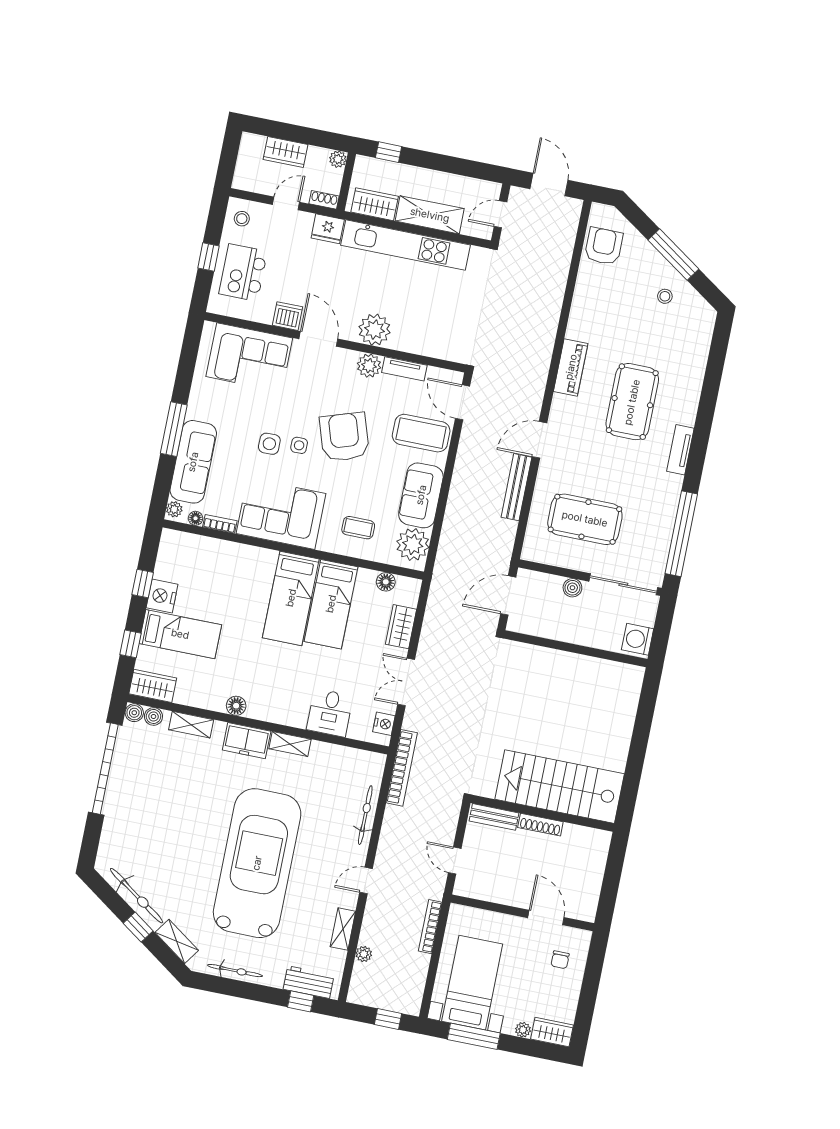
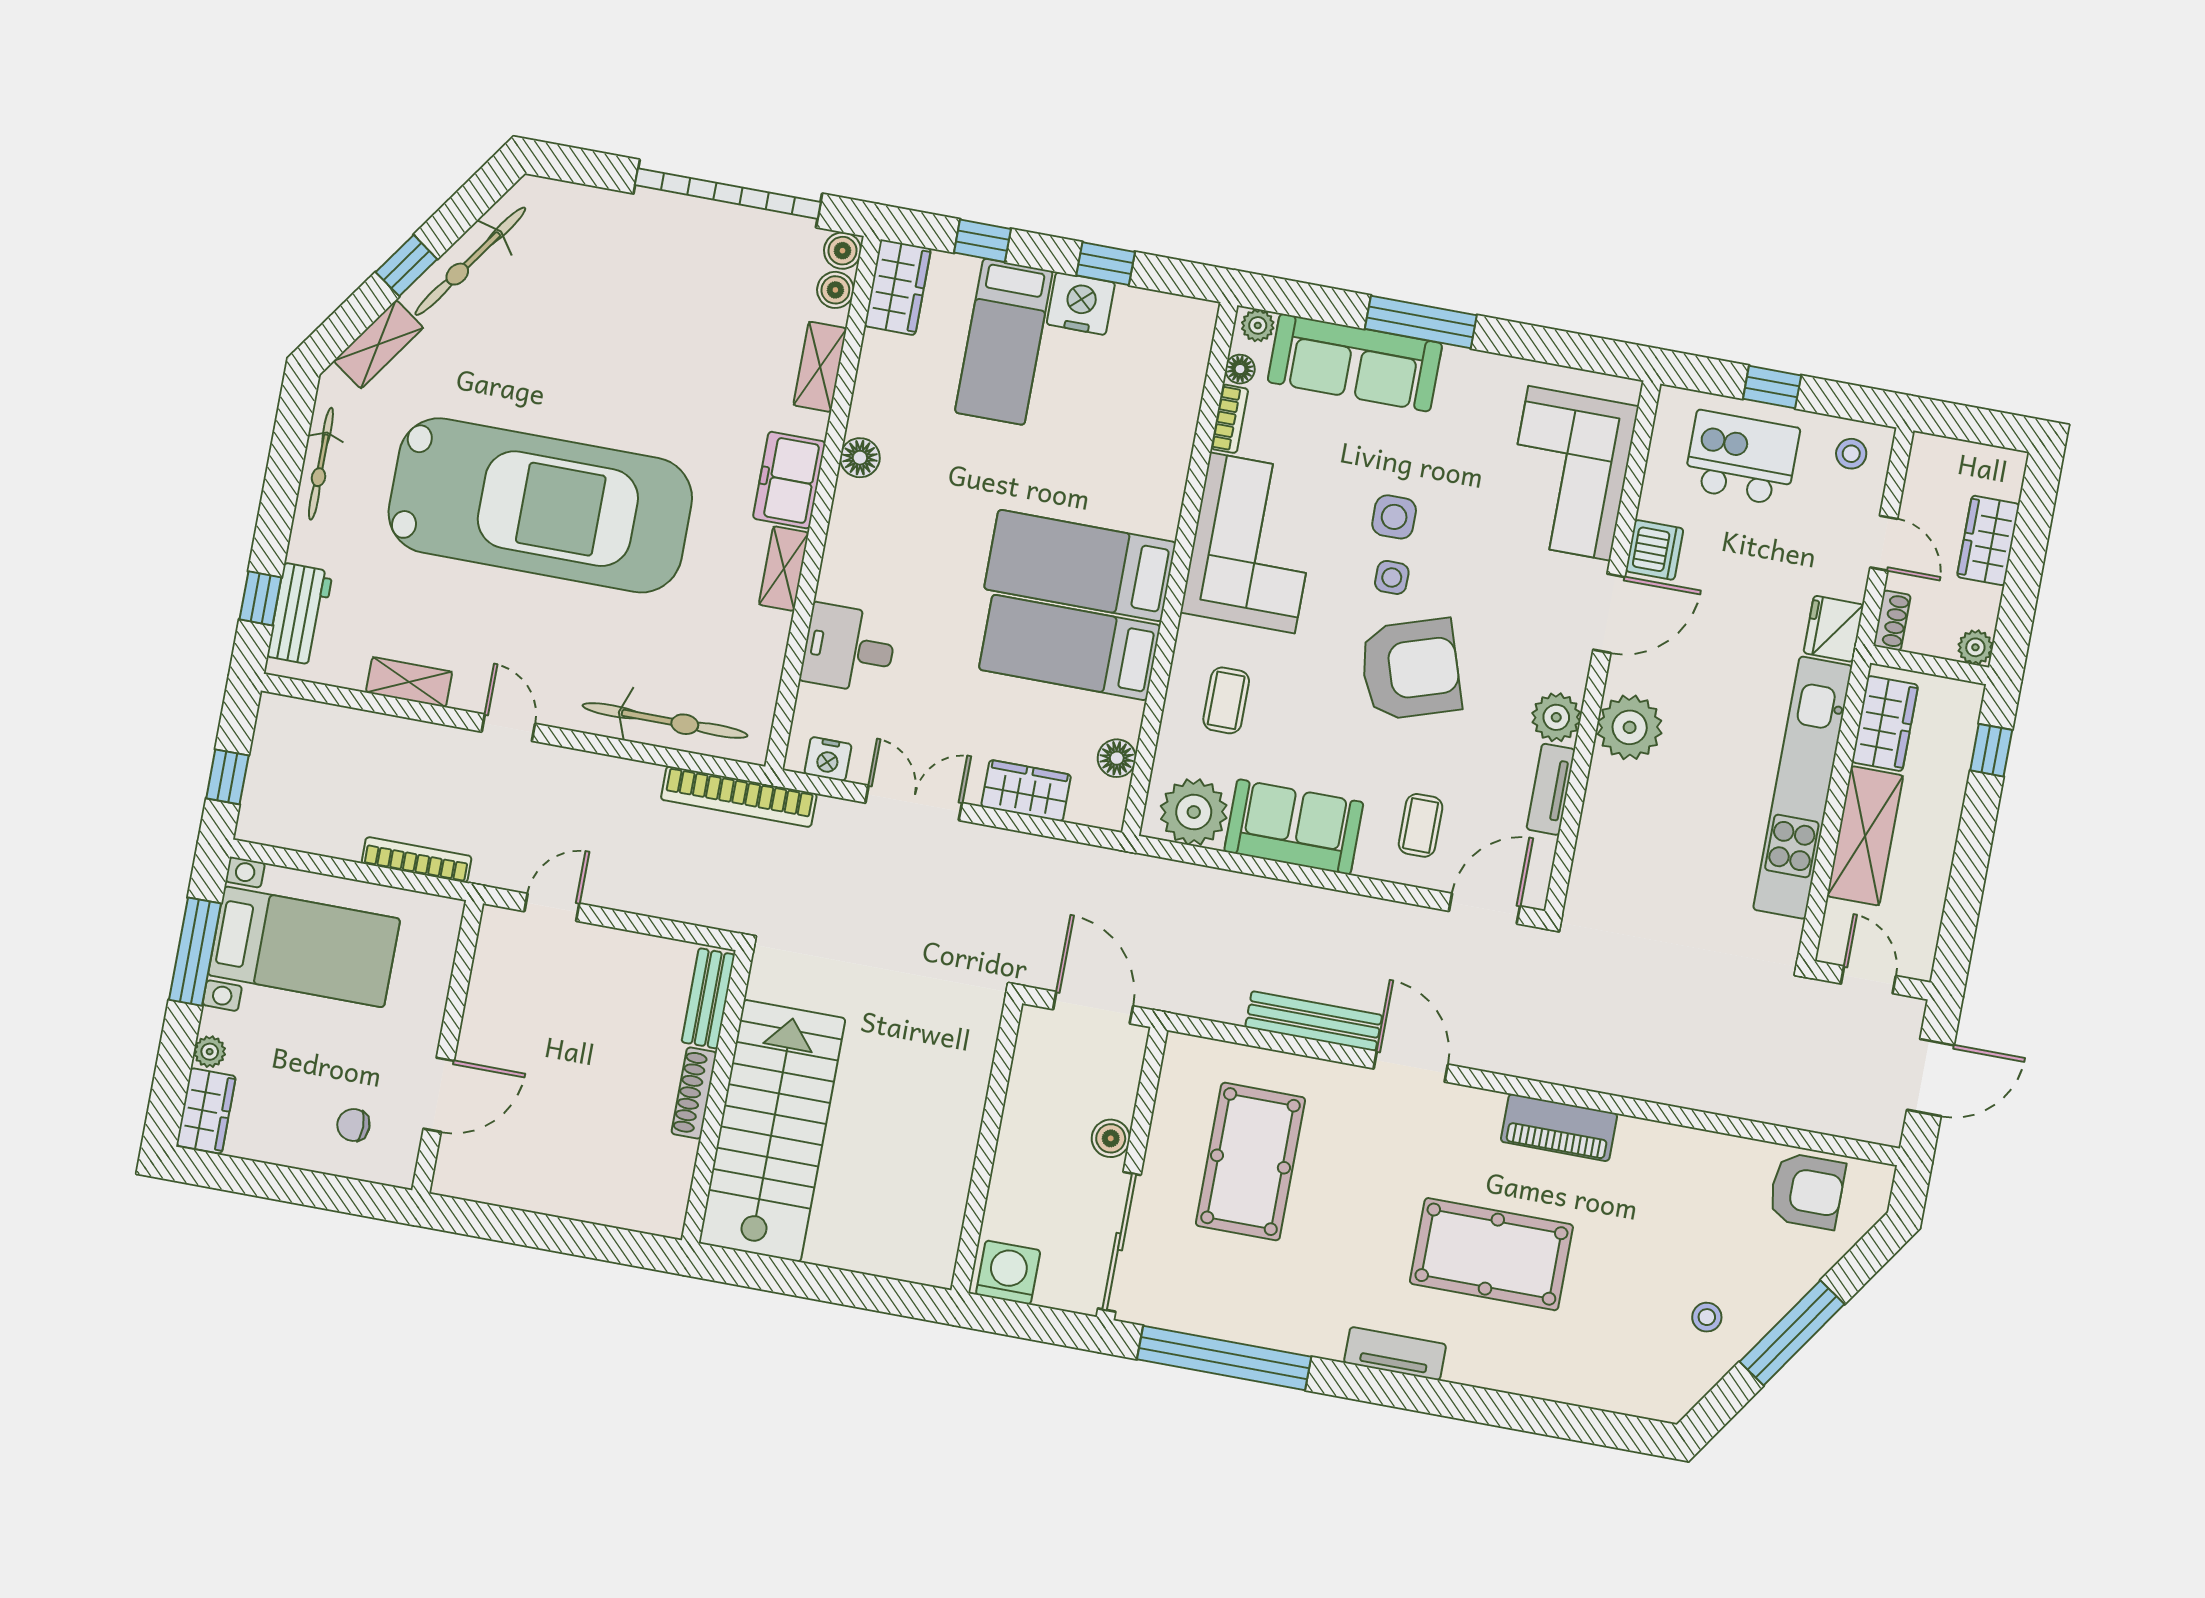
coffee table: (421, 433) -> (1421, 825), width x0.54, depth x0.58
stairs: (560, 787) -> (772, 1131), moved
wall: (542, 813) -> (717, 1097), moved
bicycle: (365, 815) -> (665, 721), width x1.37, depth x1.40
bench: (494, 817) -> (708, 998), moved
shoe rack: (540, 825) -> (694, 1093), moved
plant: (364, 954) -> (359, 725), removed

